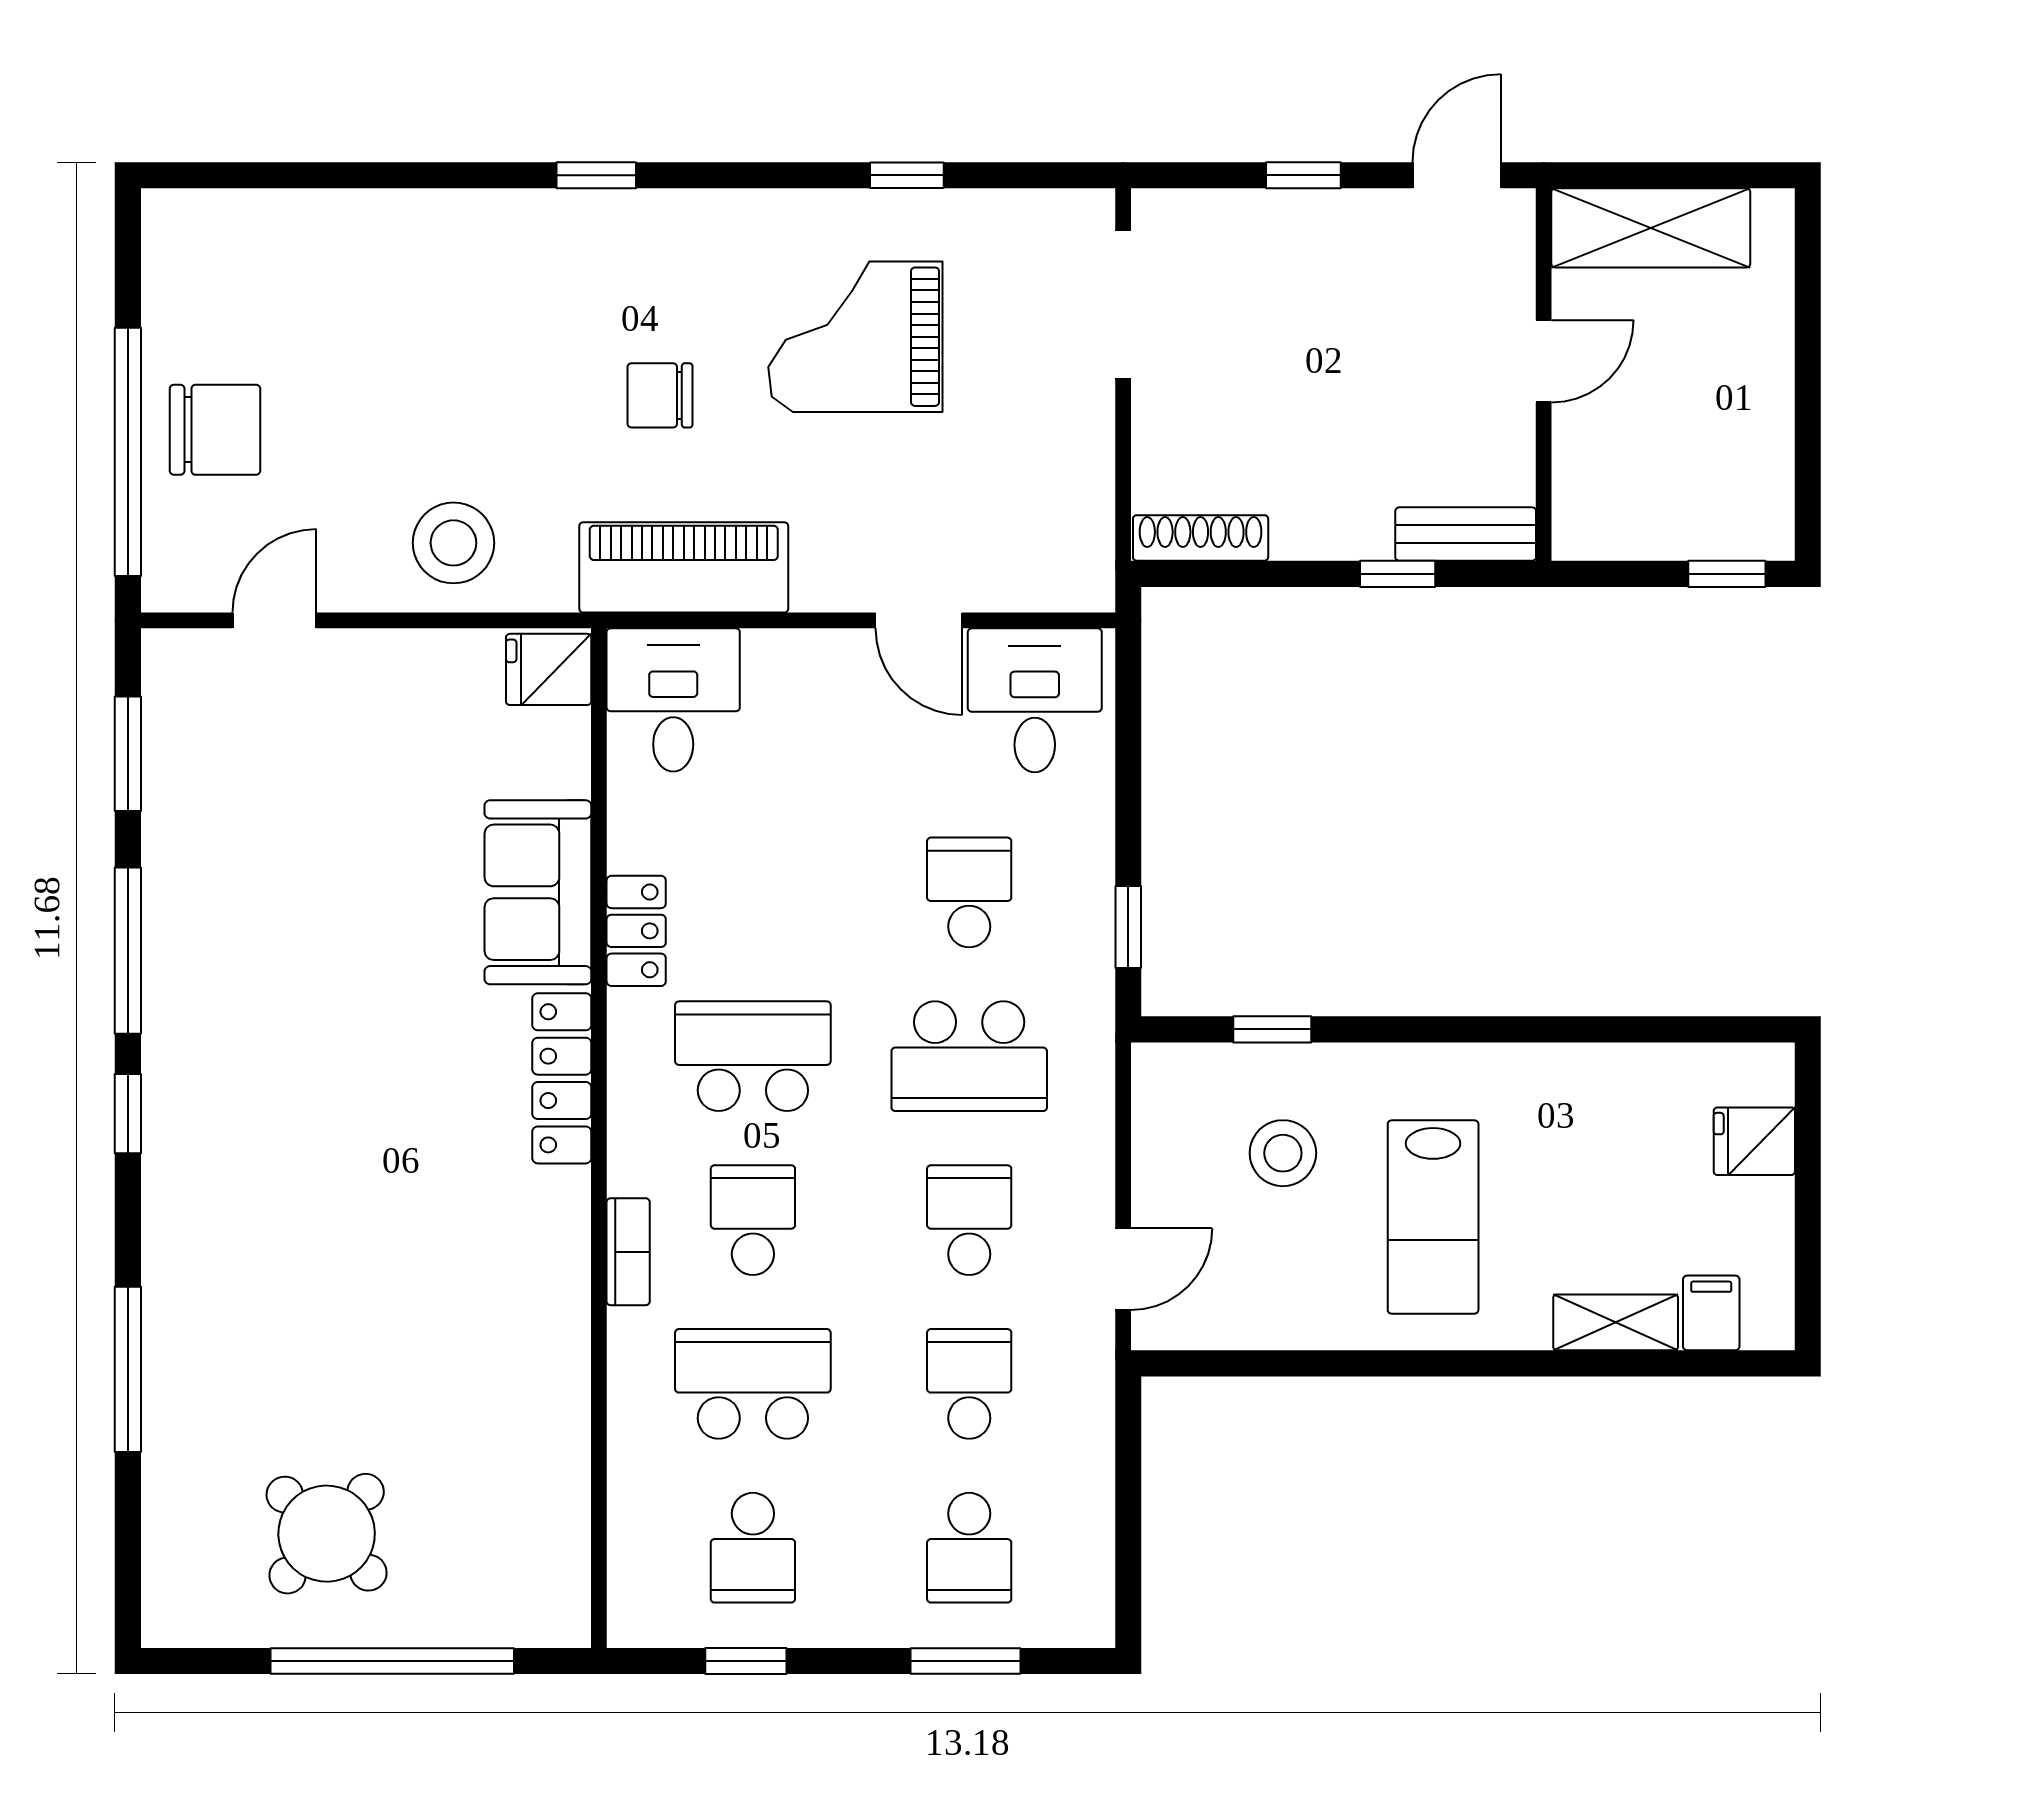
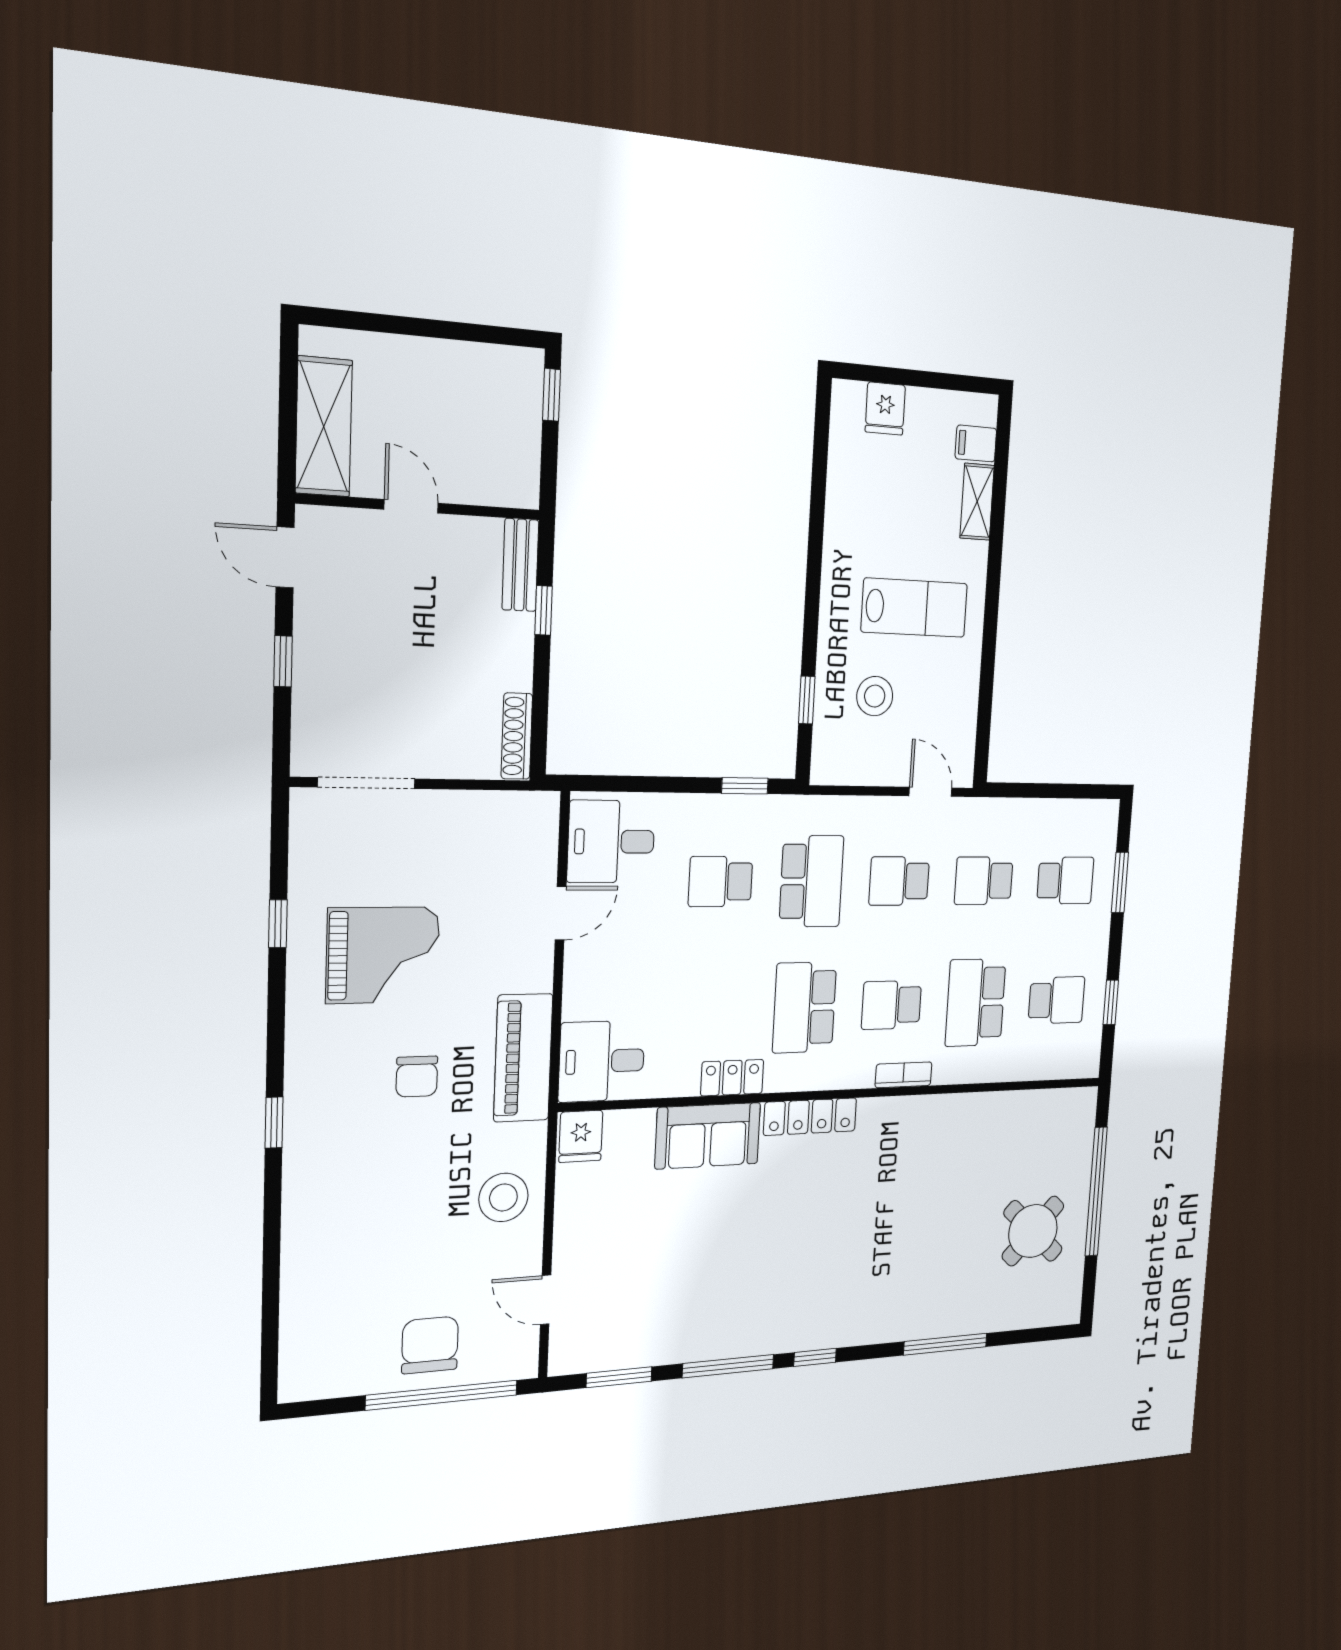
grand piano: (855, 337) -> (383, 955), turned -90

